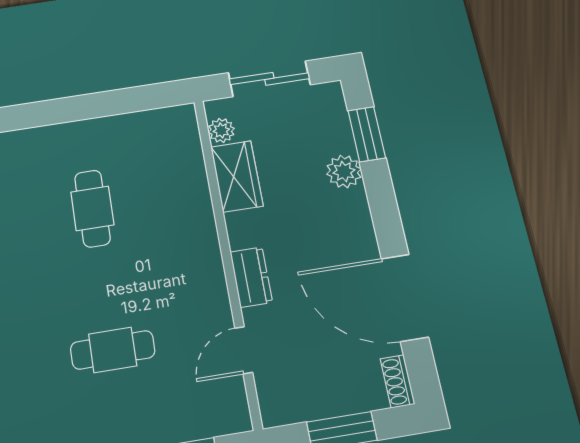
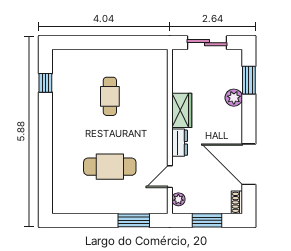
plant: (221, 130) -> (178, 199), moved
wardrobe: (237, 176) -> (182, 110), moved
cafe table: (113, 350) -> (110, 167), width x1.37, depth x1.35

